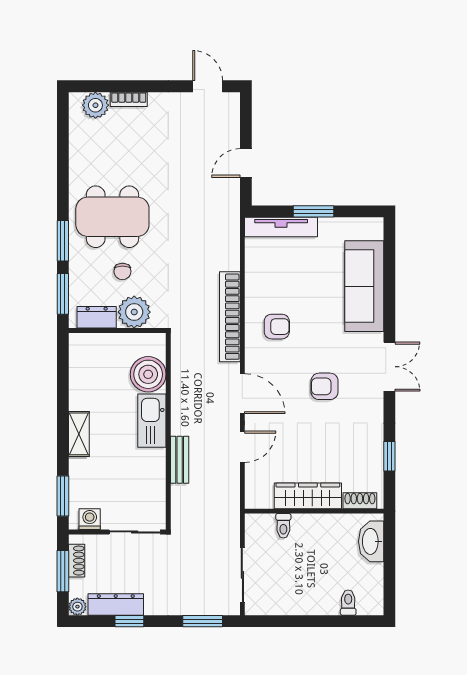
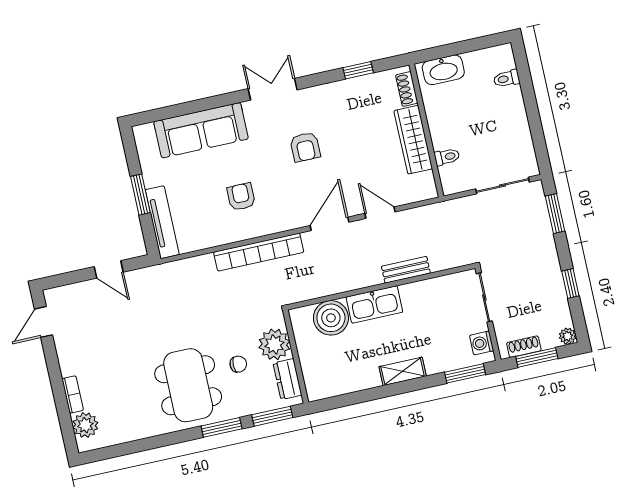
armchair: (277, 327) -> (241, 197), moved
dresser: (116, 605) -> (558, 300), removed

